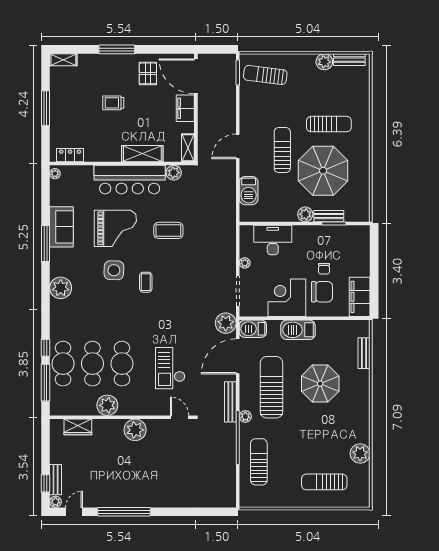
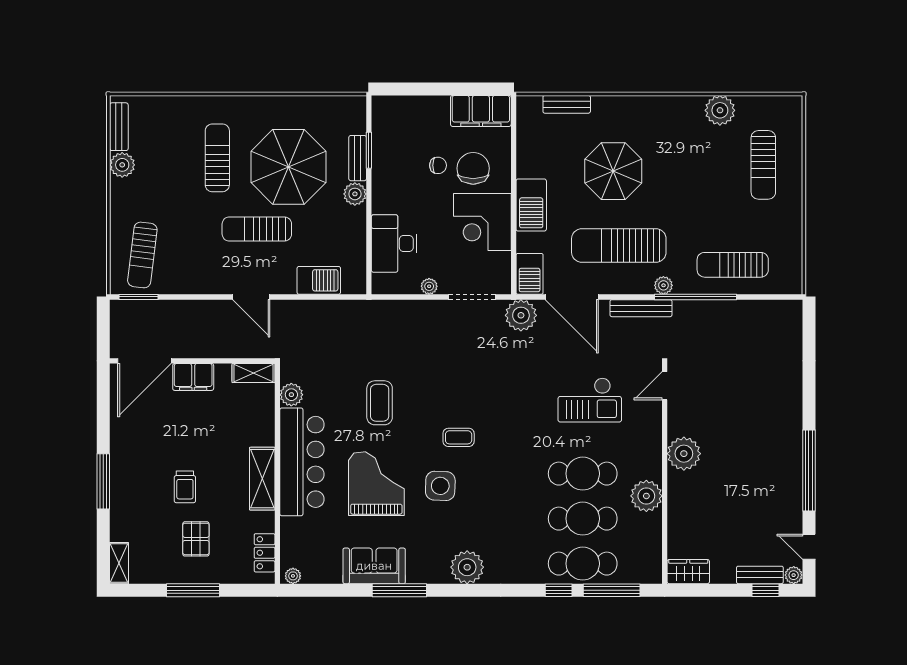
pallet: (148, 73) -> (196, 539), moved, turned 90
shelving: (142, 154) -> (262, 479), moved
wardrobe: (78, 427) -> (688, 572), moved, turned -90

